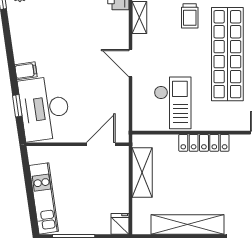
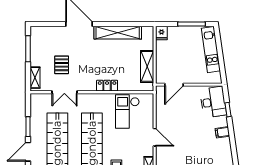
desk: (44, 108) -> (213, 102), width x0.73, depth x0.77
locker: (204, 143) -> (107, 86), width x0.66

